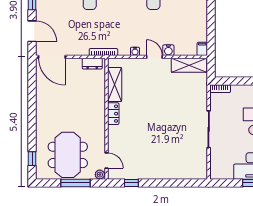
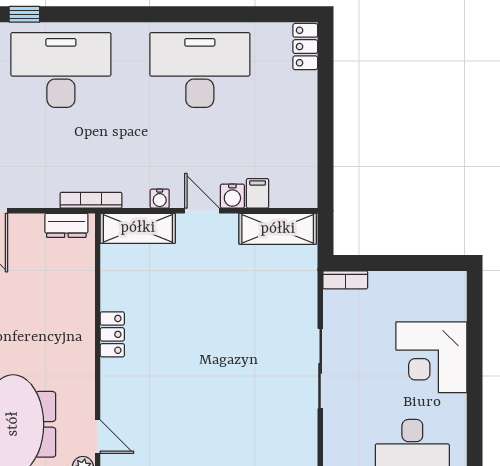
filing cabinet: (202, 49) -> (258, 193), moved
shelving: (115, 85) -> (138, 228), moved, turned 90

